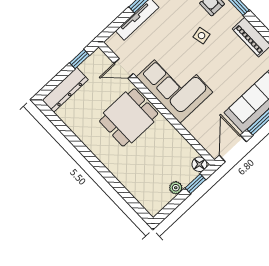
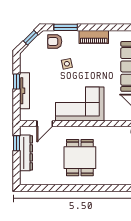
dresser: (65, 90) -> (26, 153), moved
dining table: (129, 117) -> (80, 158), moved

